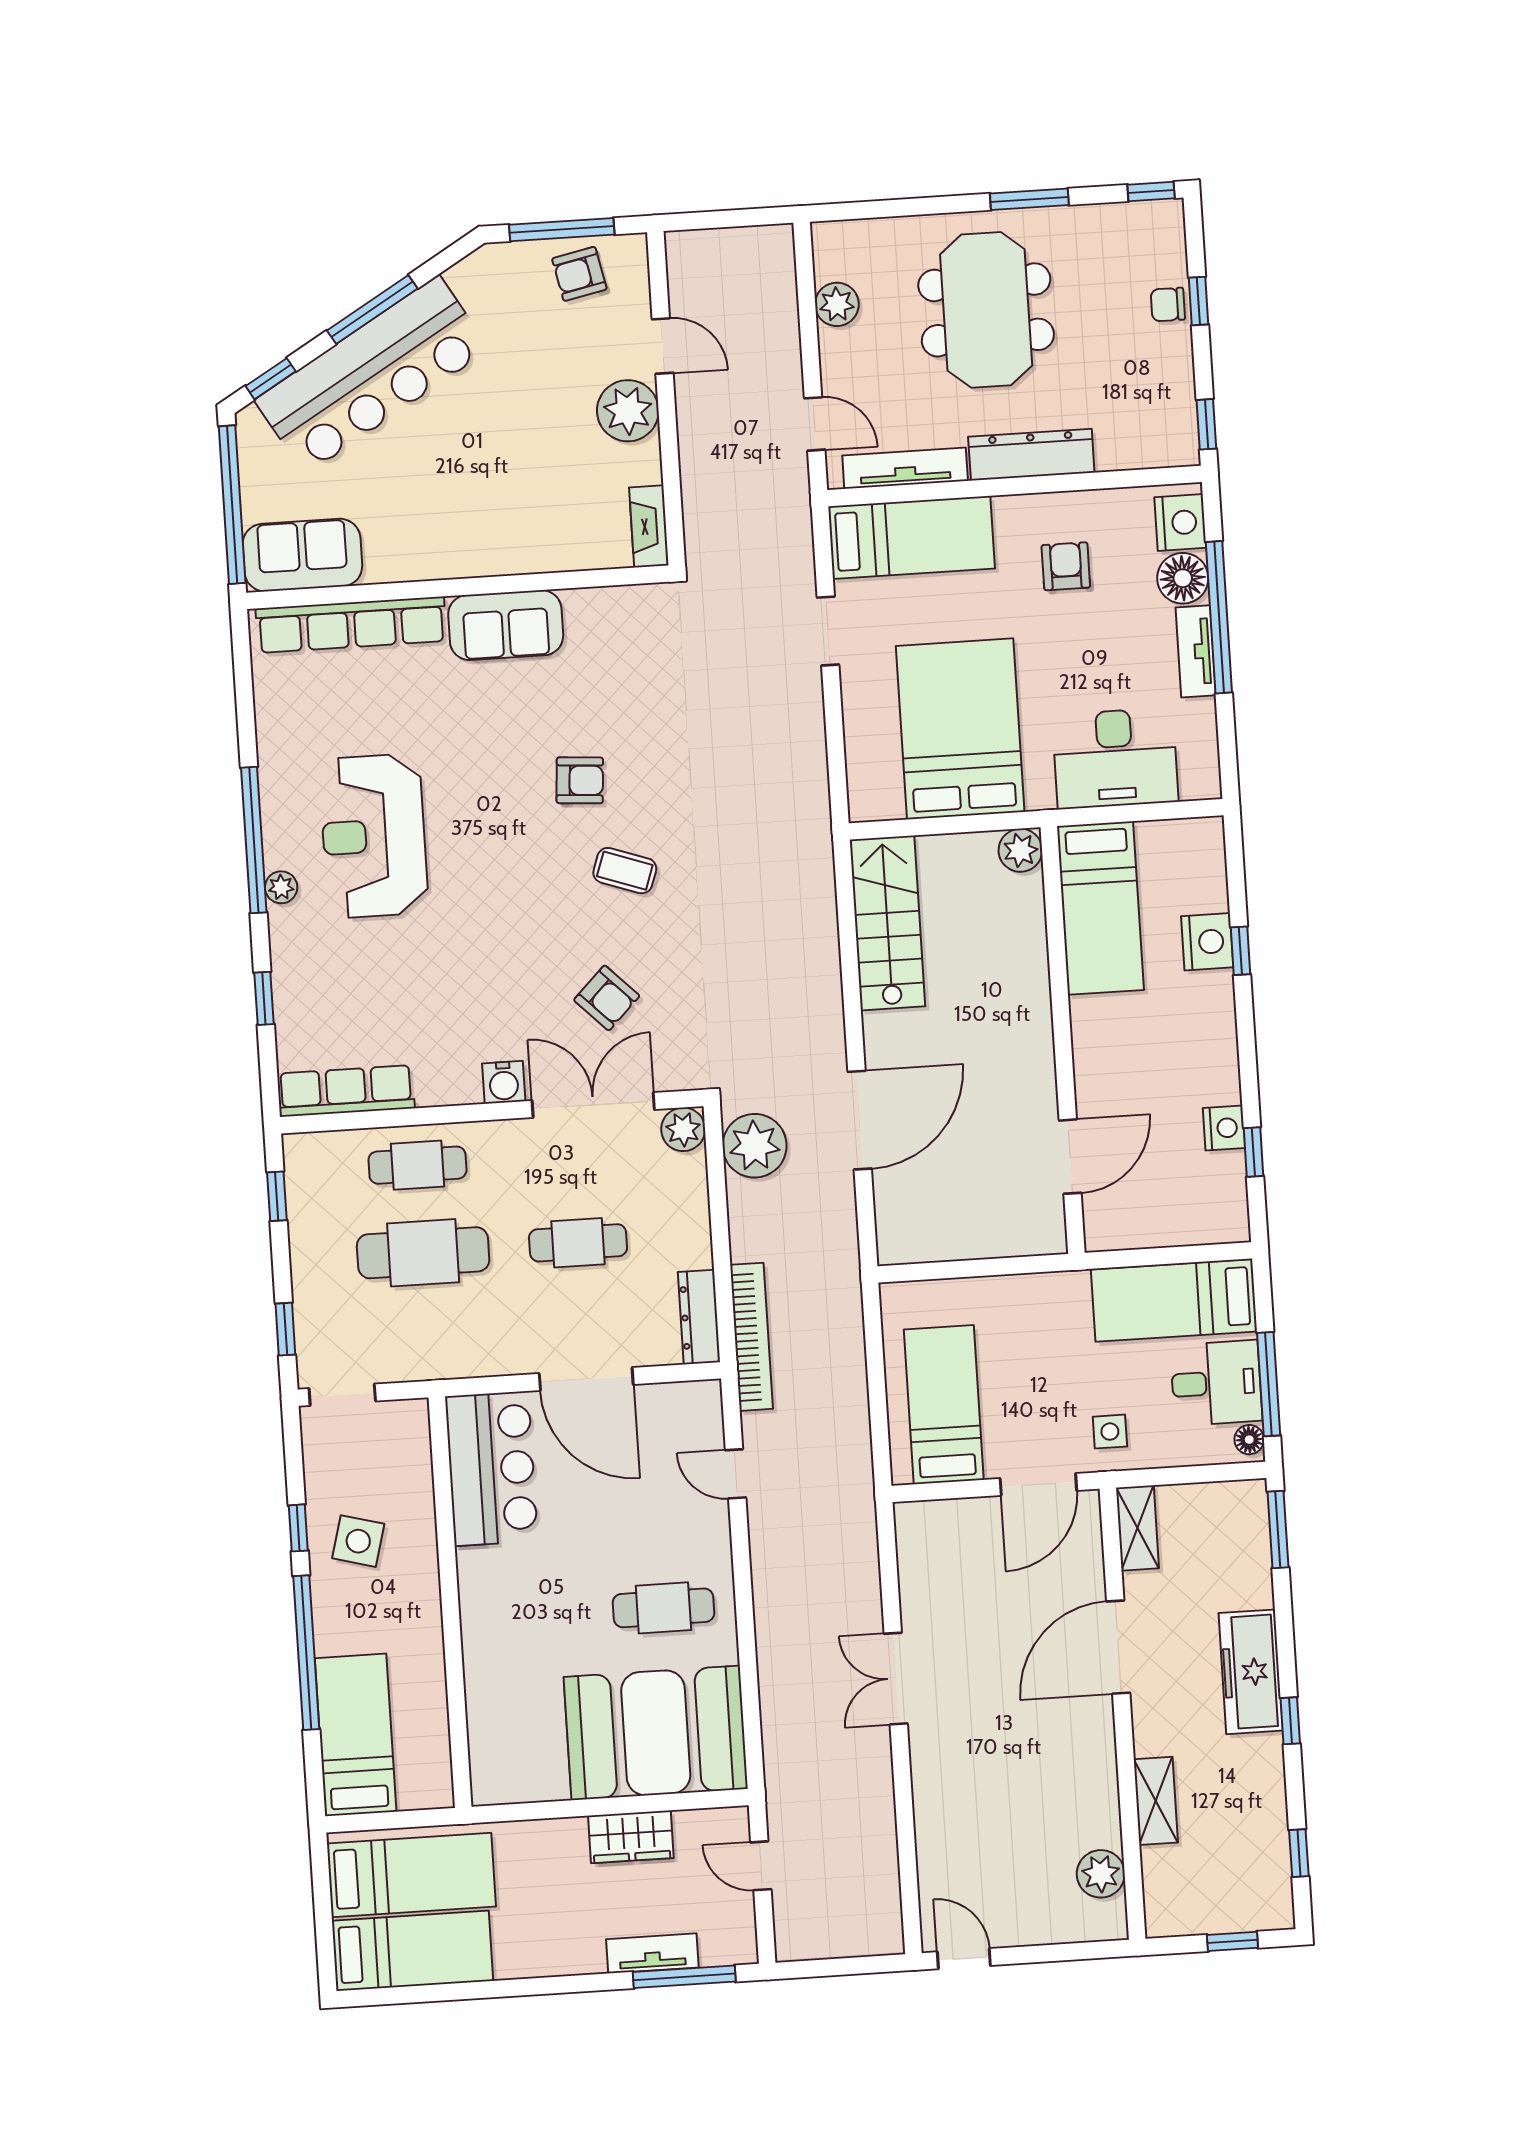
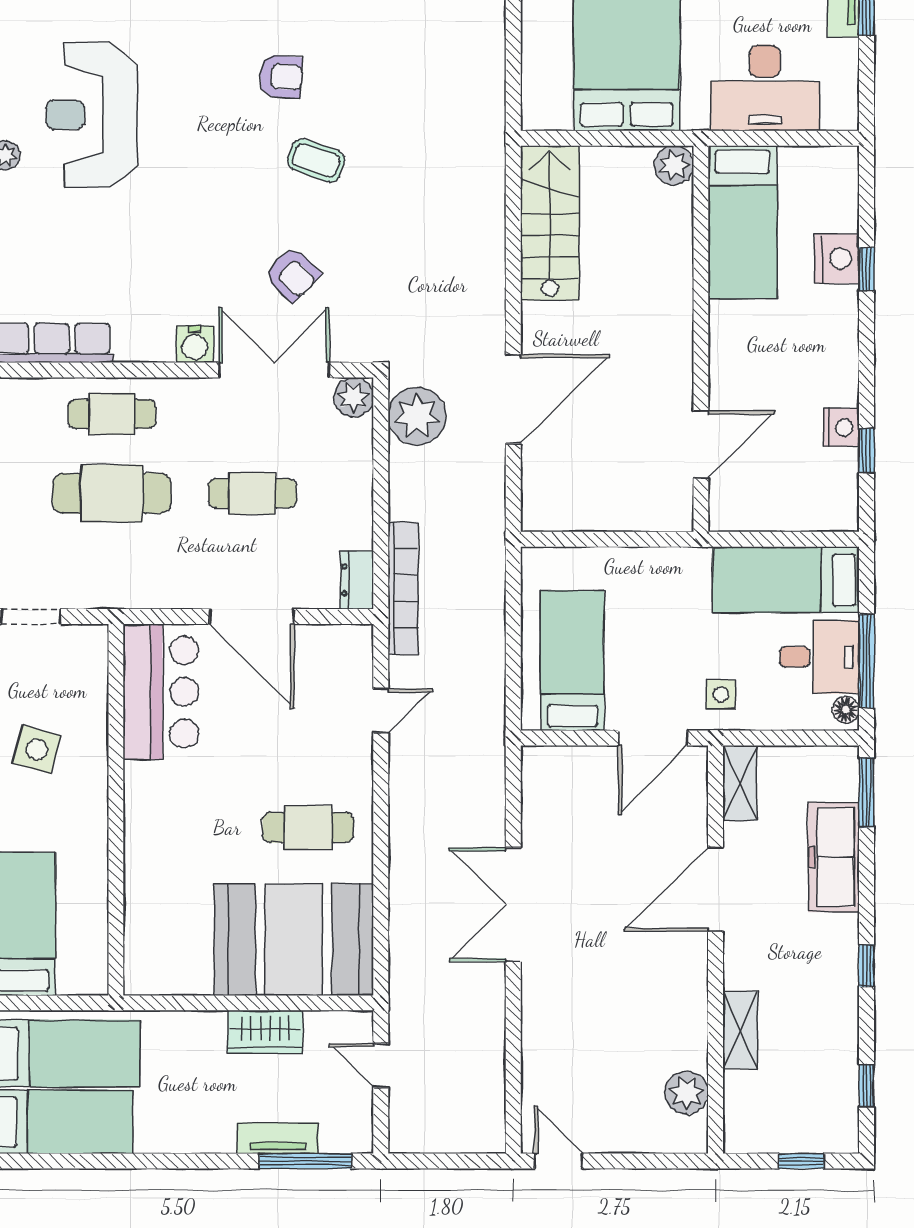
dresser: (699, 1317) -> (357, 580), width x0.70
door: (736, 1474) -> (381, 711), swing flipped
freezer: (1251, 1672) -> (834, 857), moved
double door: (896, 1679) -> (513, 905), width x1.37

